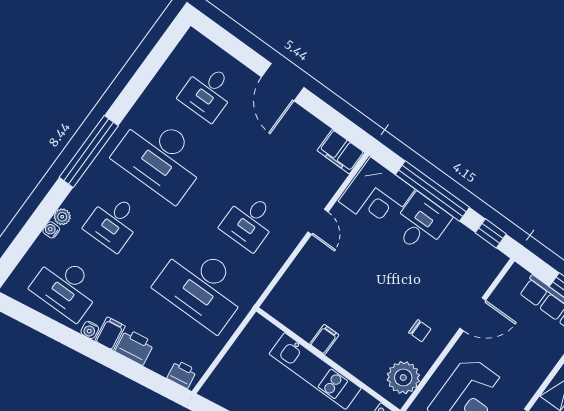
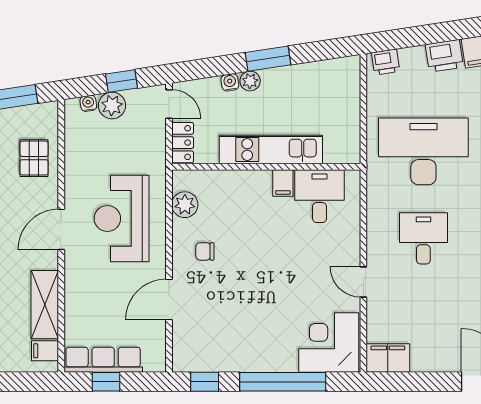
desk: (421, 223) -> (319, 196), moved, turned 180
plant: (403, 378) -> (185, 205), width x0.73, depth x0.73

